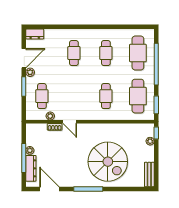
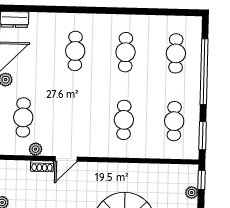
cafe table: (138, 53) -> (176, 53), width x0.73, depth x0.74
cafe table: (138, 96) -> (174, 121), width x0.73, depth x0.74
door: (70, 122) -> (66, 159), hinge flipped

